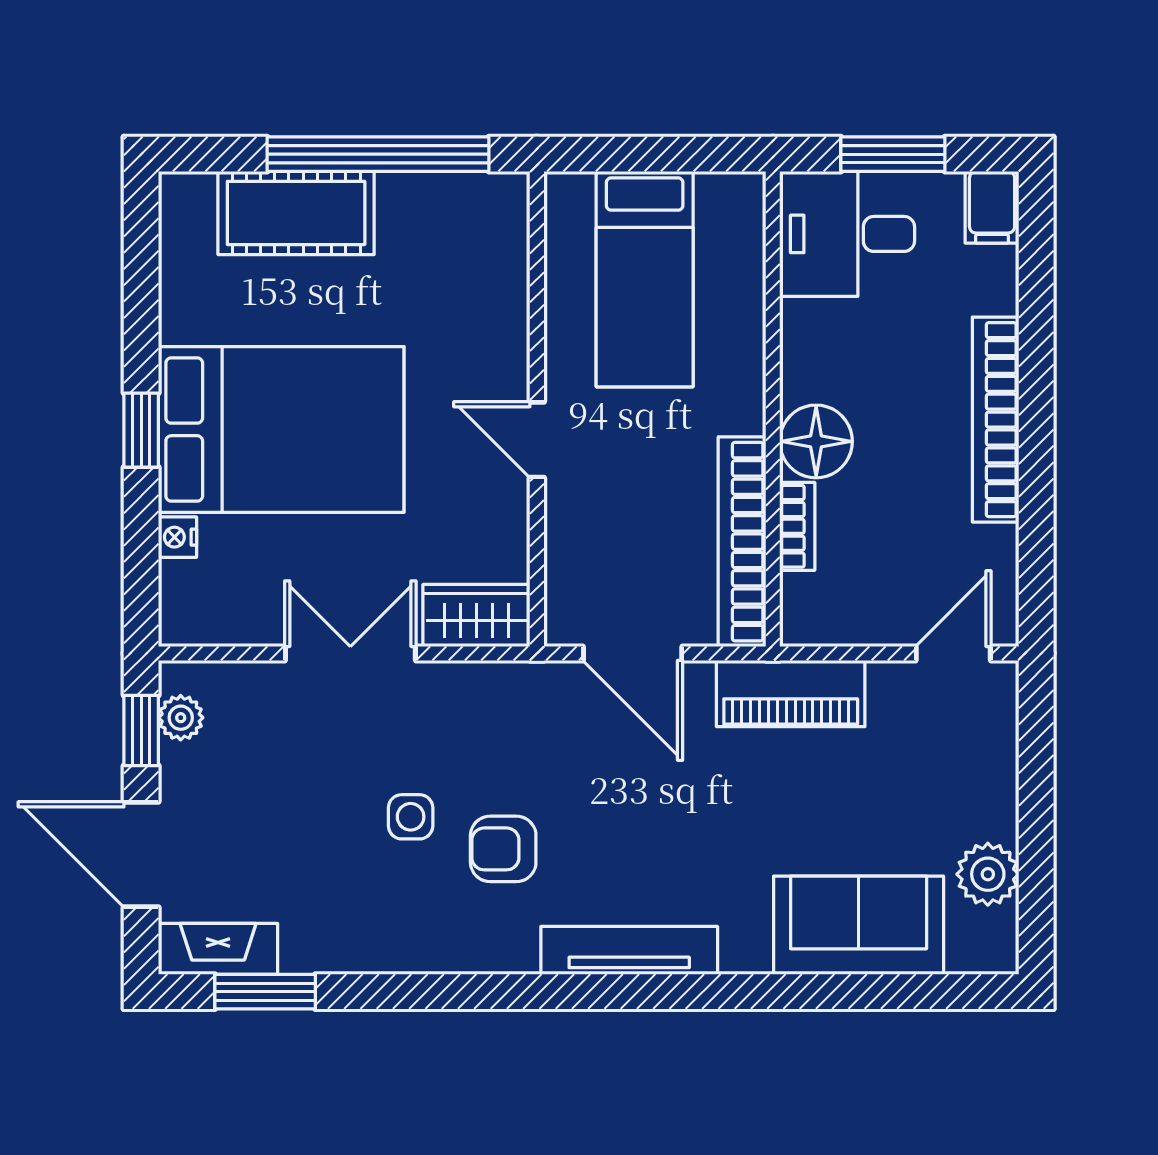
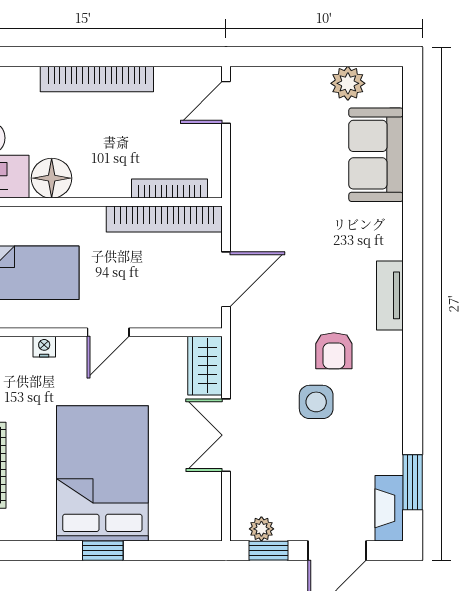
floor lamp: (816, 441) -> (52, 178), moved
bookcase: (797, 526) -> (169, 189), width x1.56
nightstand: (177, 537) -> (44, 347), moved, turned 180
door: (953, 653) -> (226, 102), hinge flipped
piano: (791, 694) -> (248, 192), removed
side table: (411, 817) -> (316, 402), width x1.37, depth x1.37
tv unit: (629, 950) -> (390, 295), width x0.71

